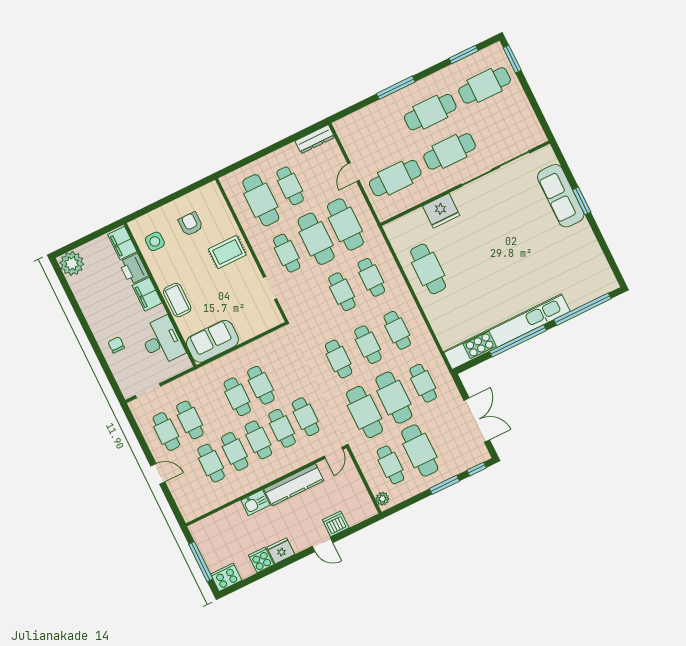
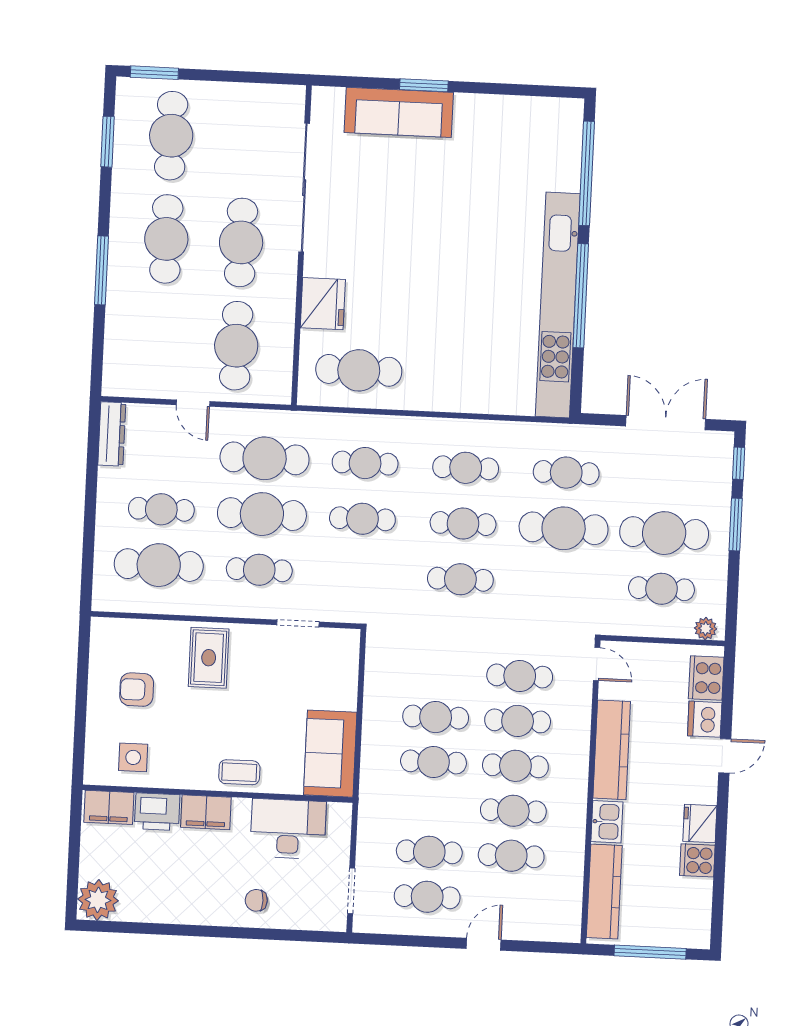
cafe table: (428, 269) -> (359, 370), moved
coffee table: (177, 300) -> (239, 772), width x0.73, depth x0.77
cafe table: (365, 412) -> (561, 584), removed
kitchen counter: (219, 521) -> (604, 891), added
cooker: (226, 577) -> (706, 678), moved

